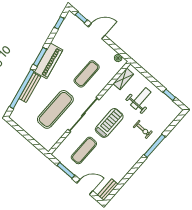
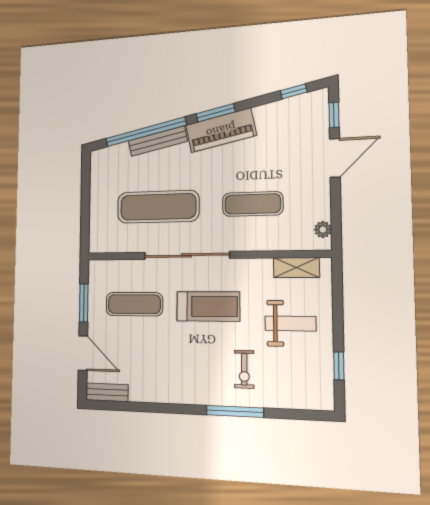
door: (97, 31) -> (335, 158), hinge flipped

